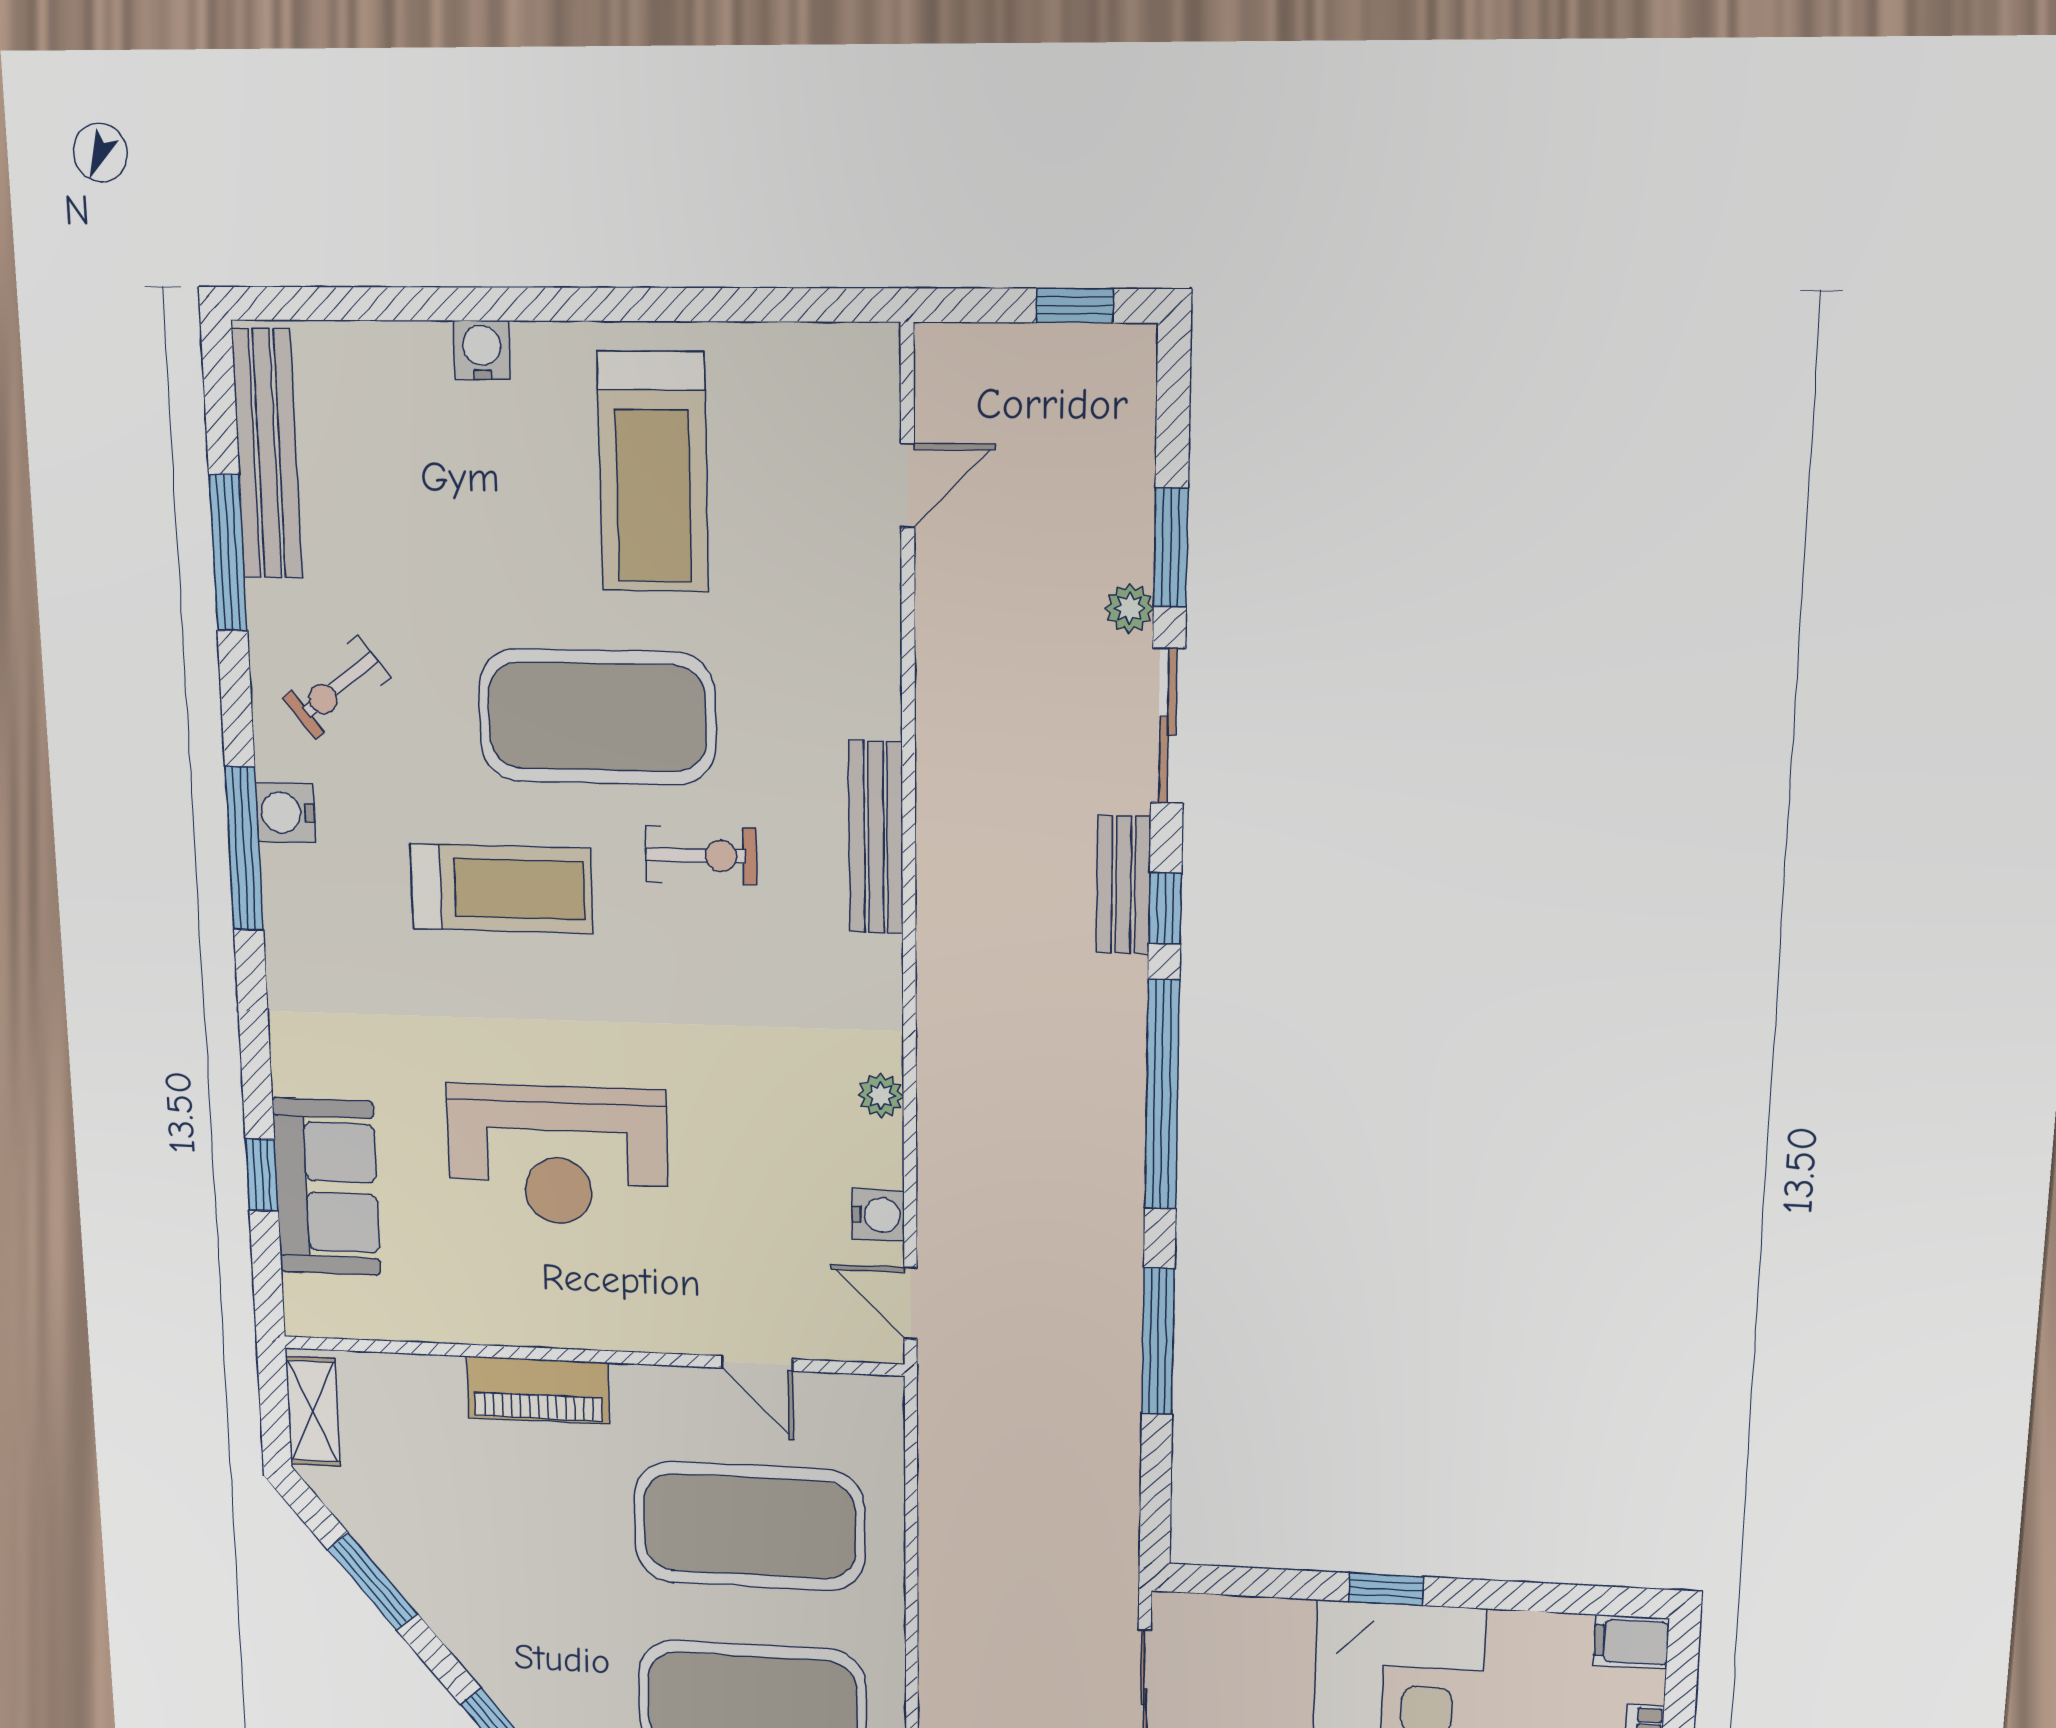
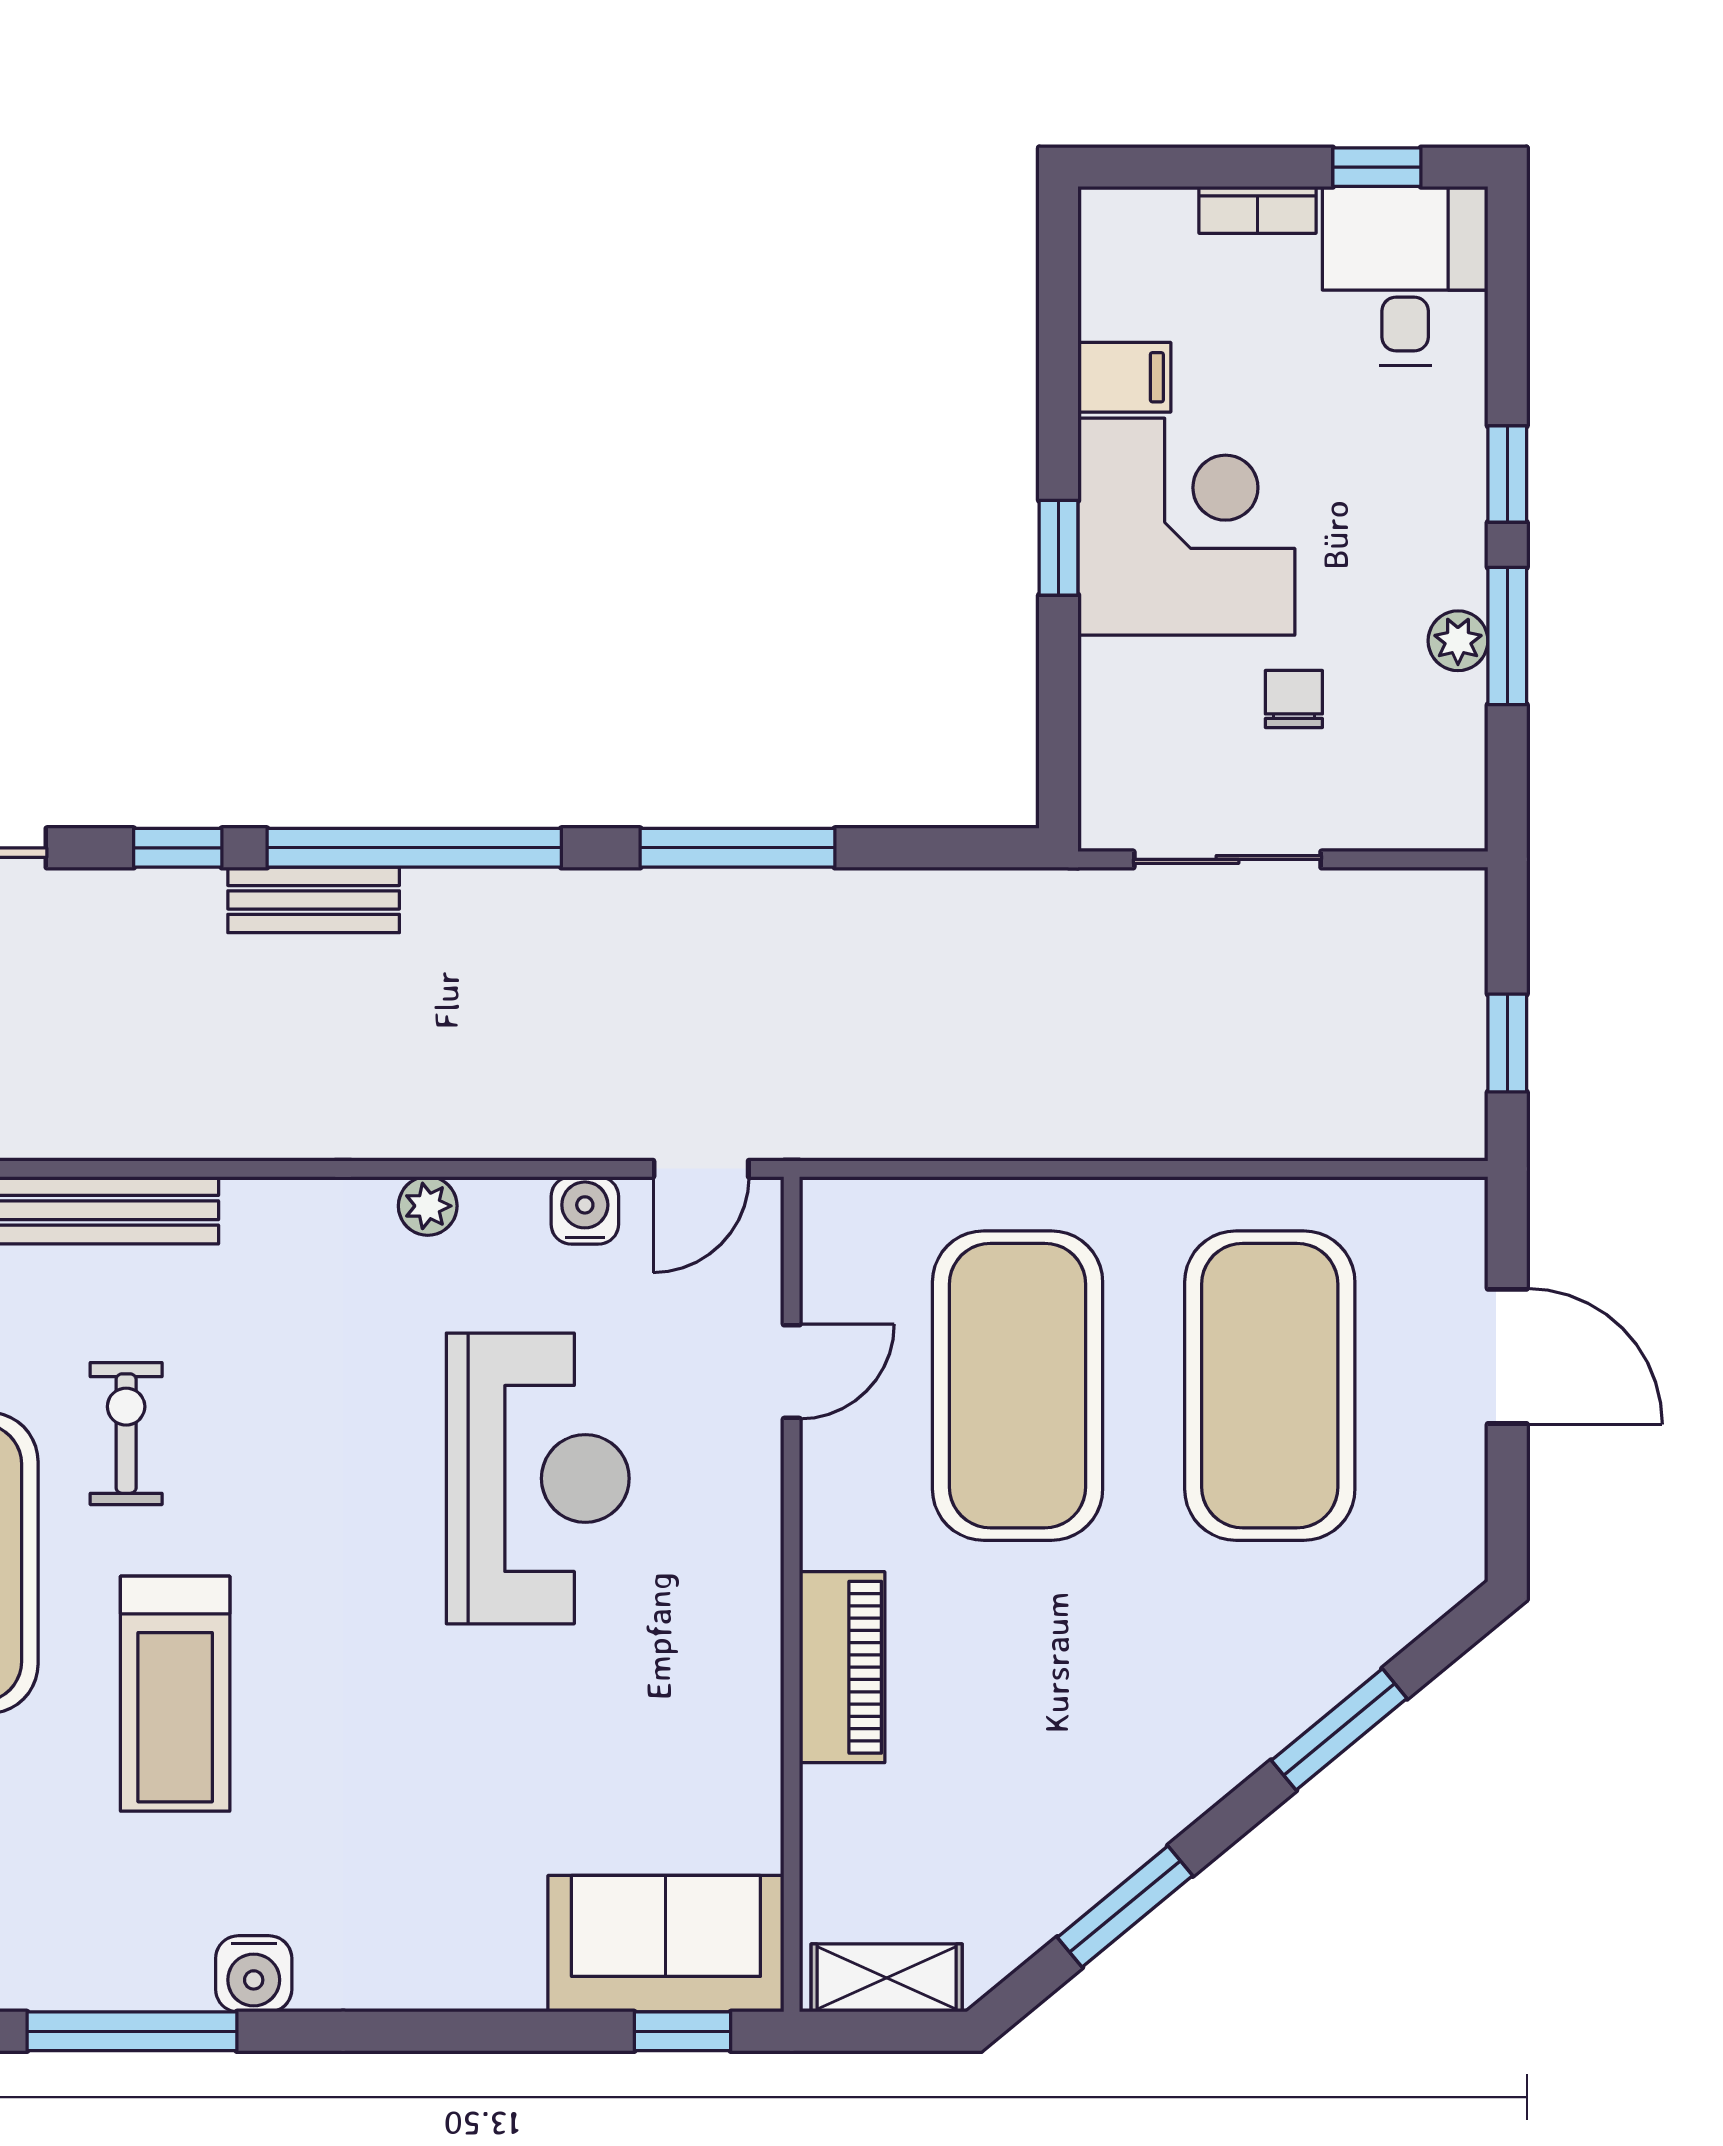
water cooler: (286, 813) -> (254, 1974), moved
bench: (1123, 885) -> (314, 900), moved
treadmill: (501, 889) -> (175, 1694), turned 180
reception desk: (557, 1155) -> (538, 1478), moved
window: (262, 1175) -> (682, 2031), moved
sofa: (327, 1187) -> (666, 1944), moved
filing cabinet: (1631, 1642) -> (1124, 377), moved, turned -90

